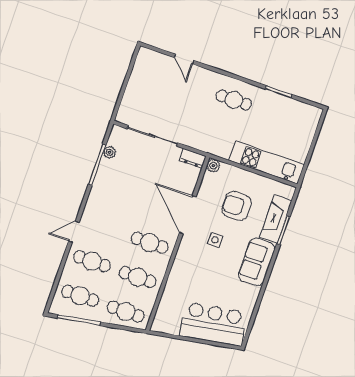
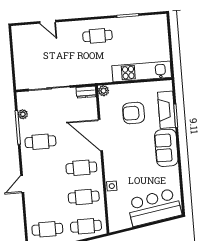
side table: (215, 240) -> (112, 186), moved
cafe table: (92, 261) -> (40, 142), moved

